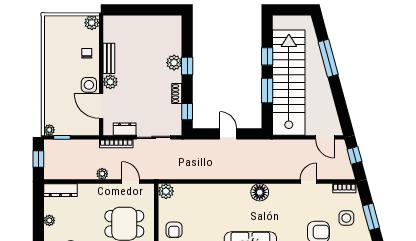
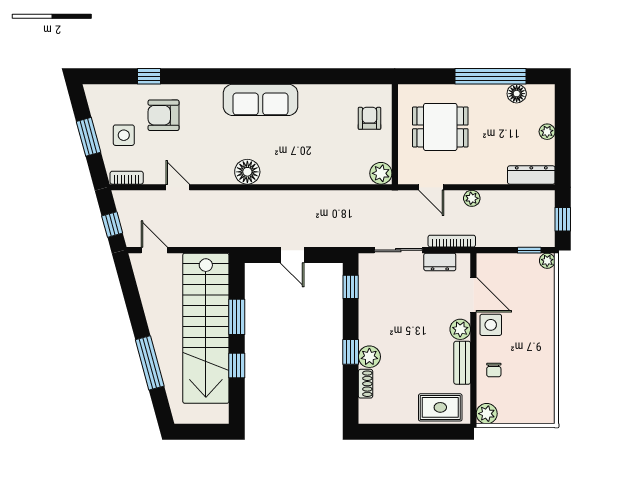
rug: (124, 27) -> (440, 407), added
shoe rack: (177, 94) -> (366, 384), moved
door: (308, 181) -> (178, 187), swing flipped

